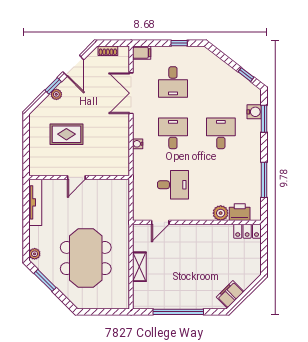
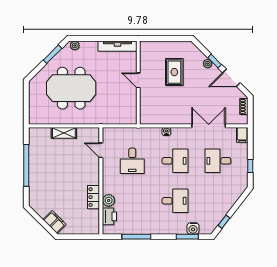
locker: (247, 231) -> (94, 197), moved
filing cabinet: (230, 294) -> (55, 222), moved

